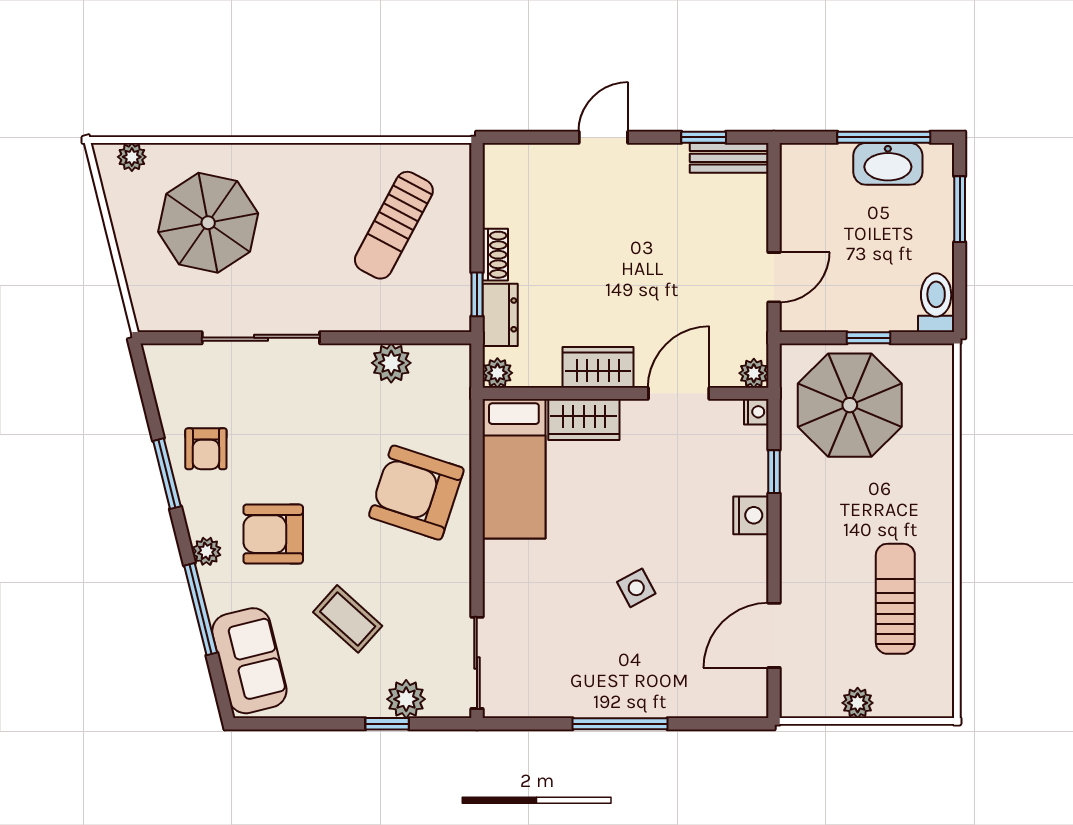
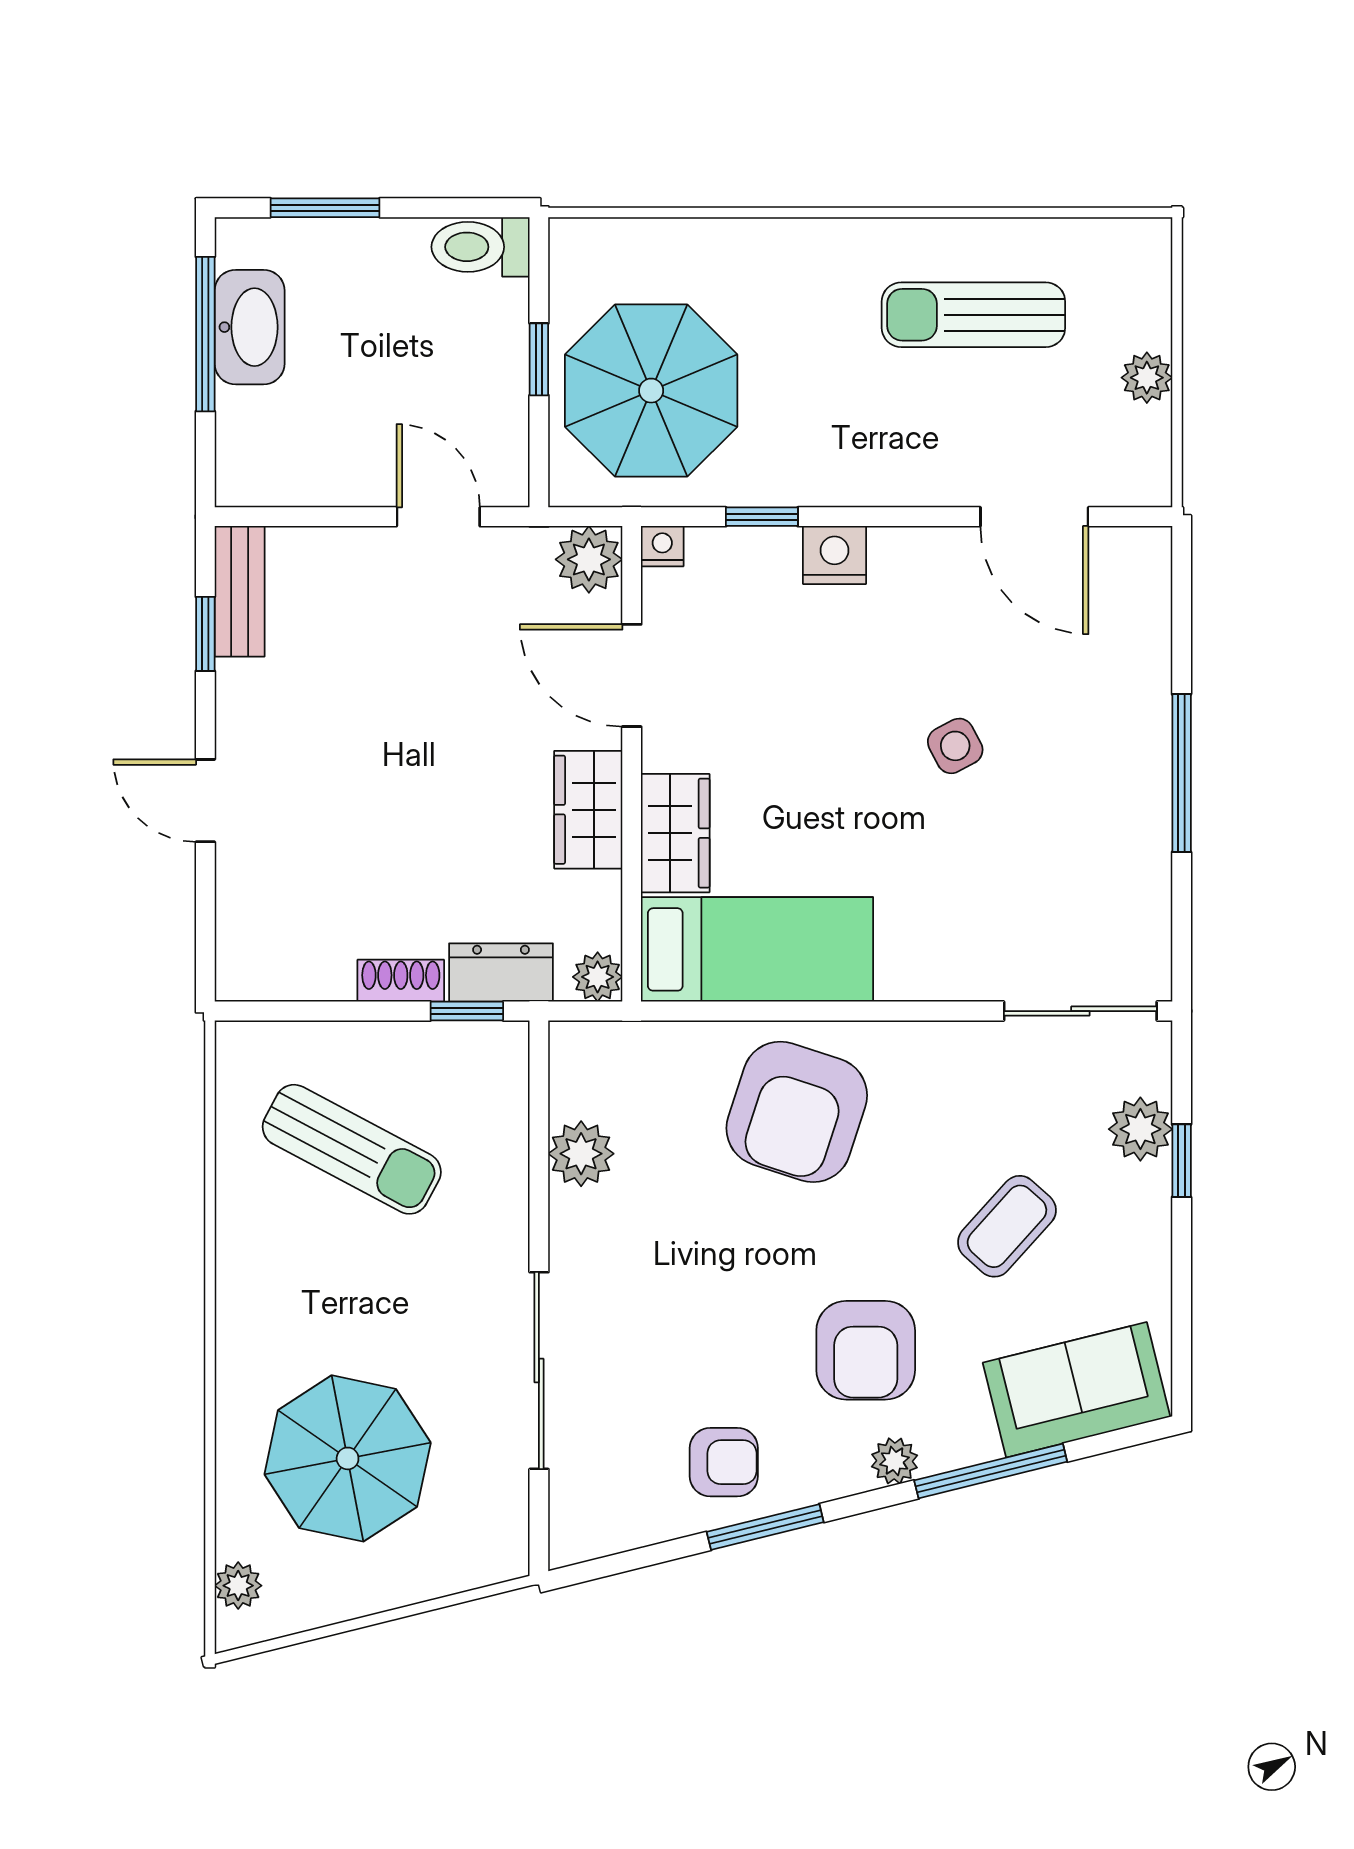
plant: (754, 373) -> (589, 559), width x1.38, depth x1.38

